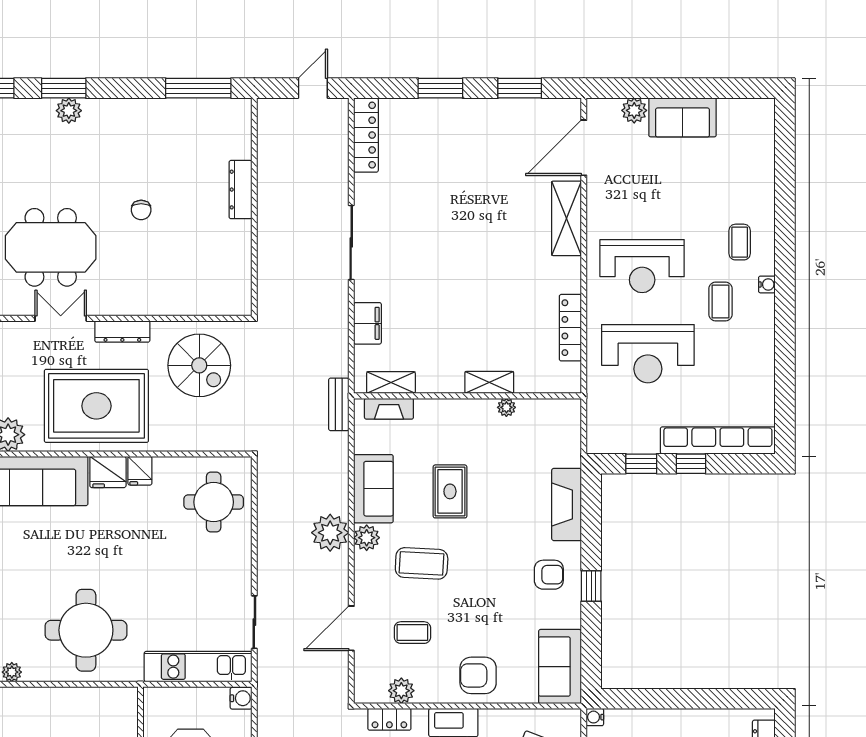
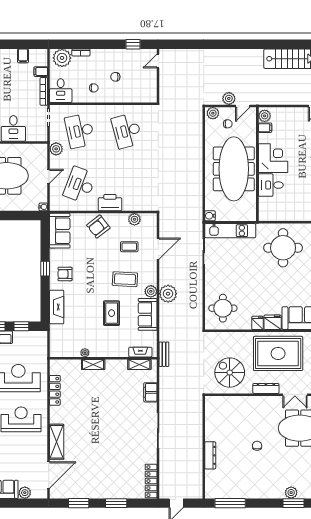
armchair: (478, 675) -> (98, 226), turned 142
locker: (389, 719) -> (140, 206), removed

